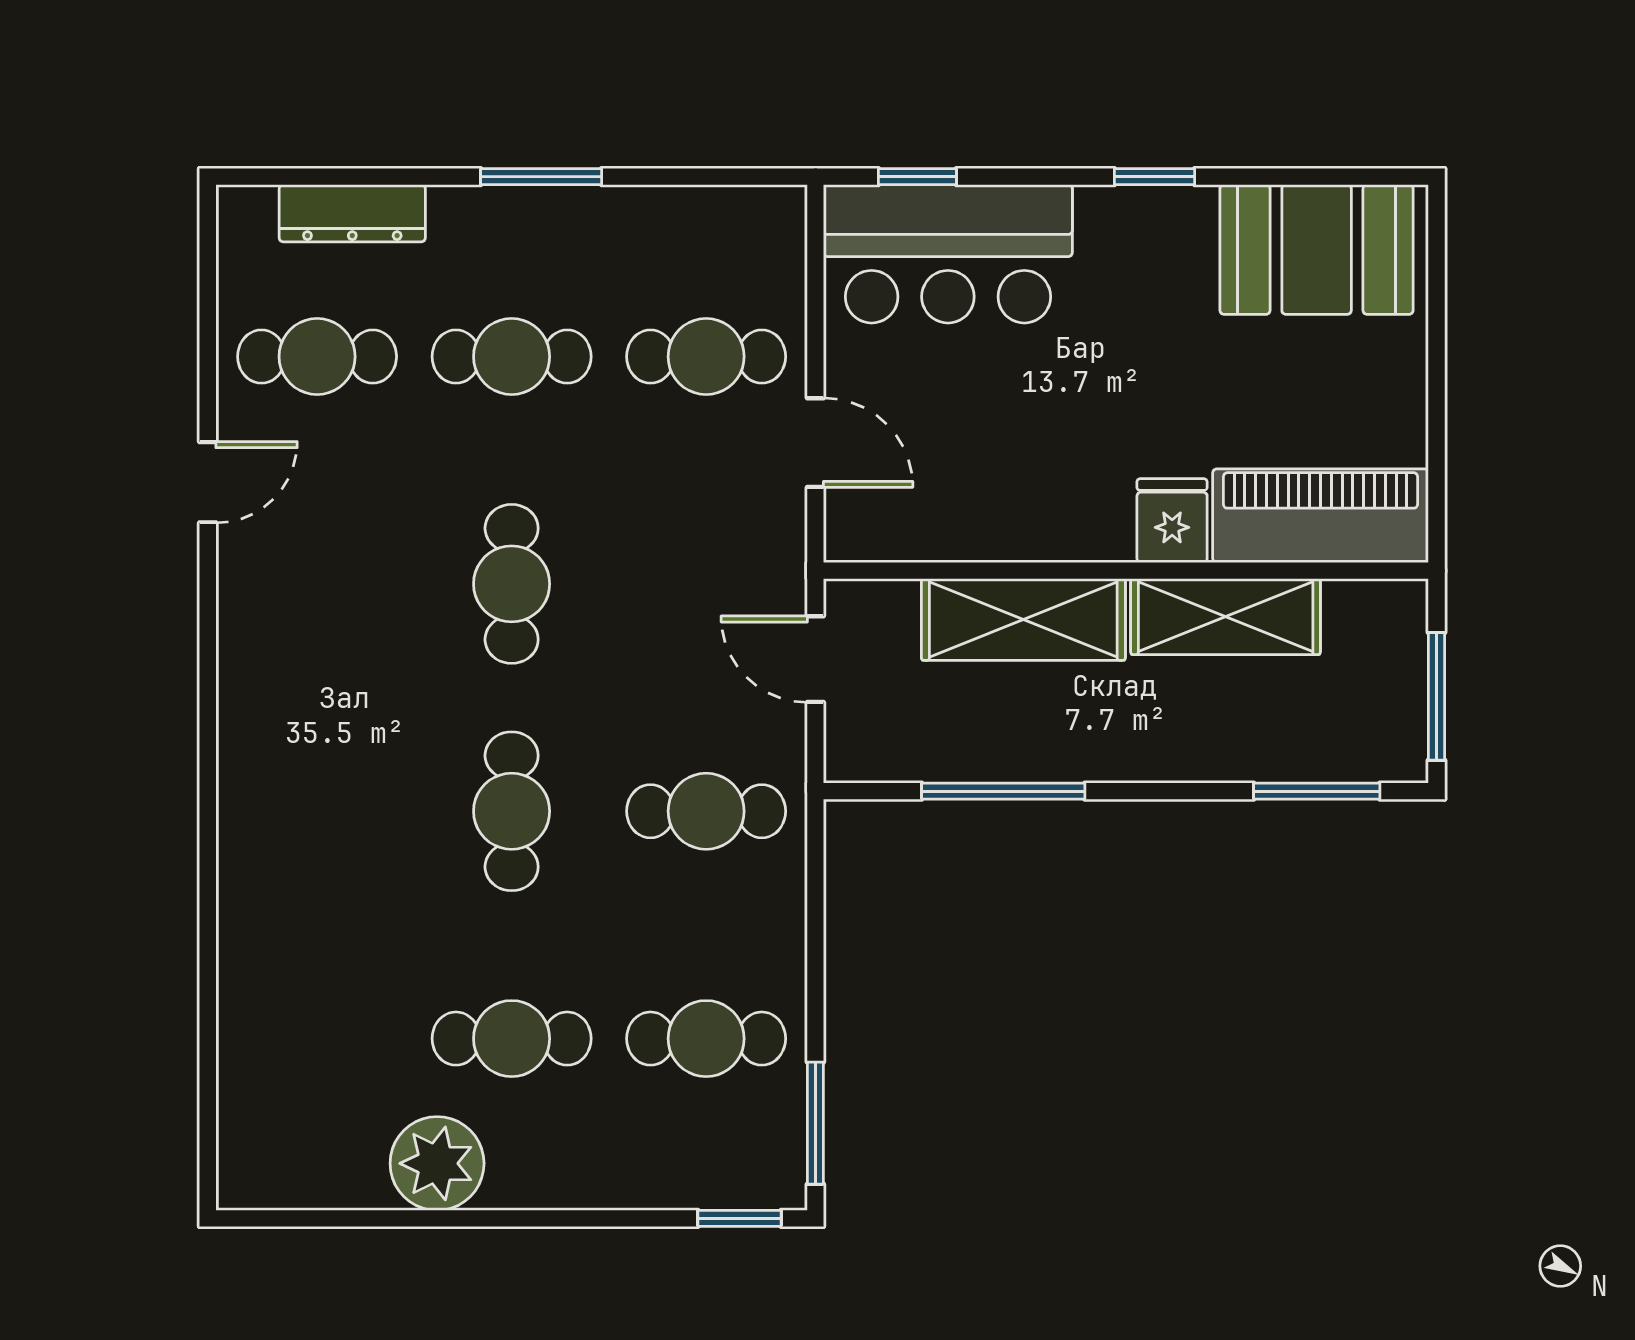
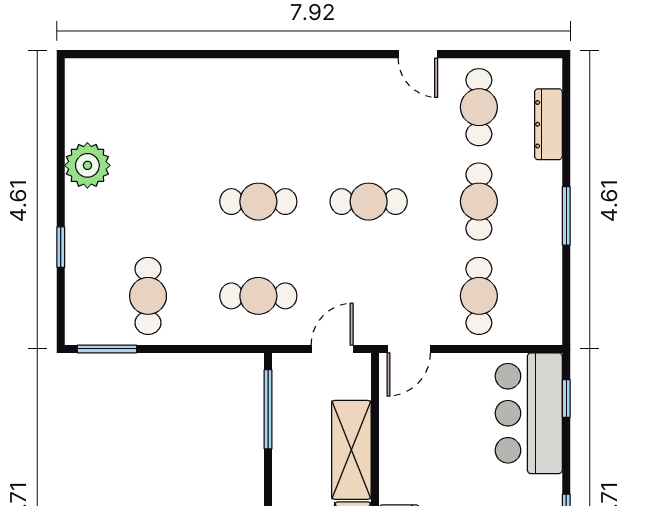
door: (815, 443) -> (409, 349), moved
window: (1003, 791) -> (268, 409), moved
cafe table: (706, 811) -> (258, 296), turned 90
cafe table: (512, 1039) -> (148, 202), removed
window: (739, 1218) -> (61, 247), moved

